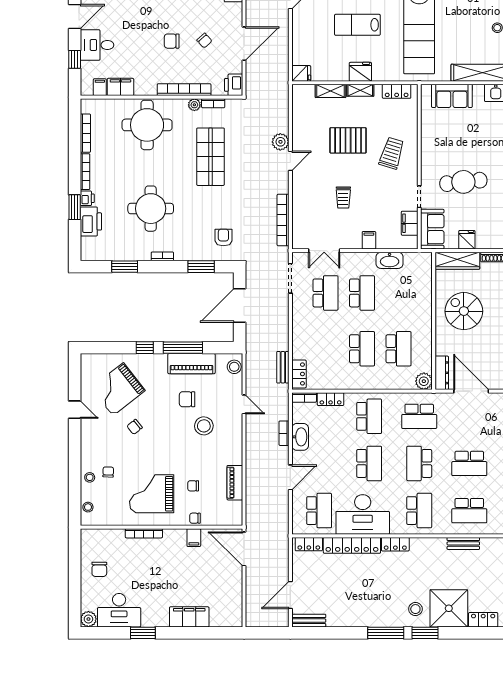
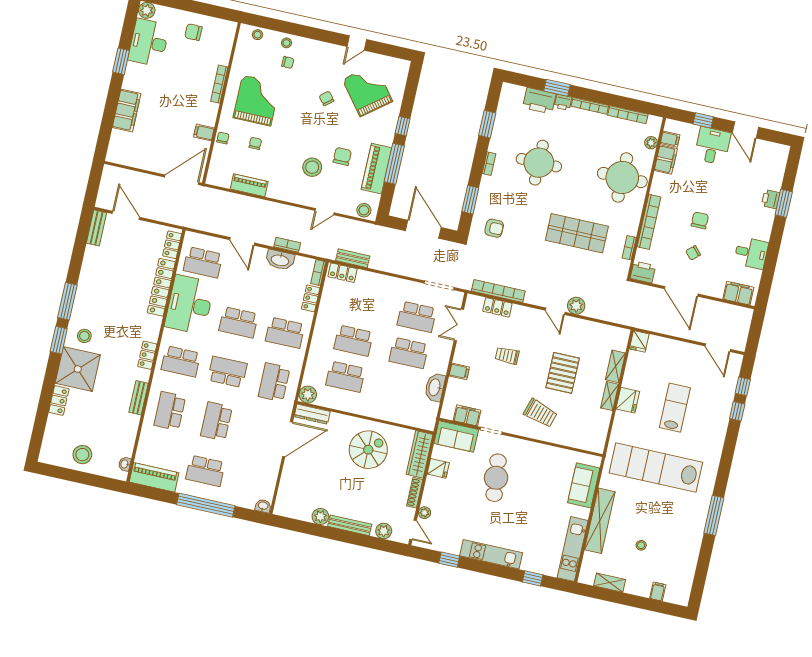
locker: (397, 91) -> (497, 307), moved, turned -90
plant: (194, 105) -> (651, 143), moved
locker: (395, 544) -> (147, 355), moved

